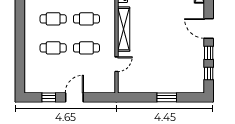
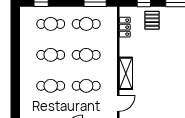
shelving: (124, 29) -> (126, 73), width x0.68

